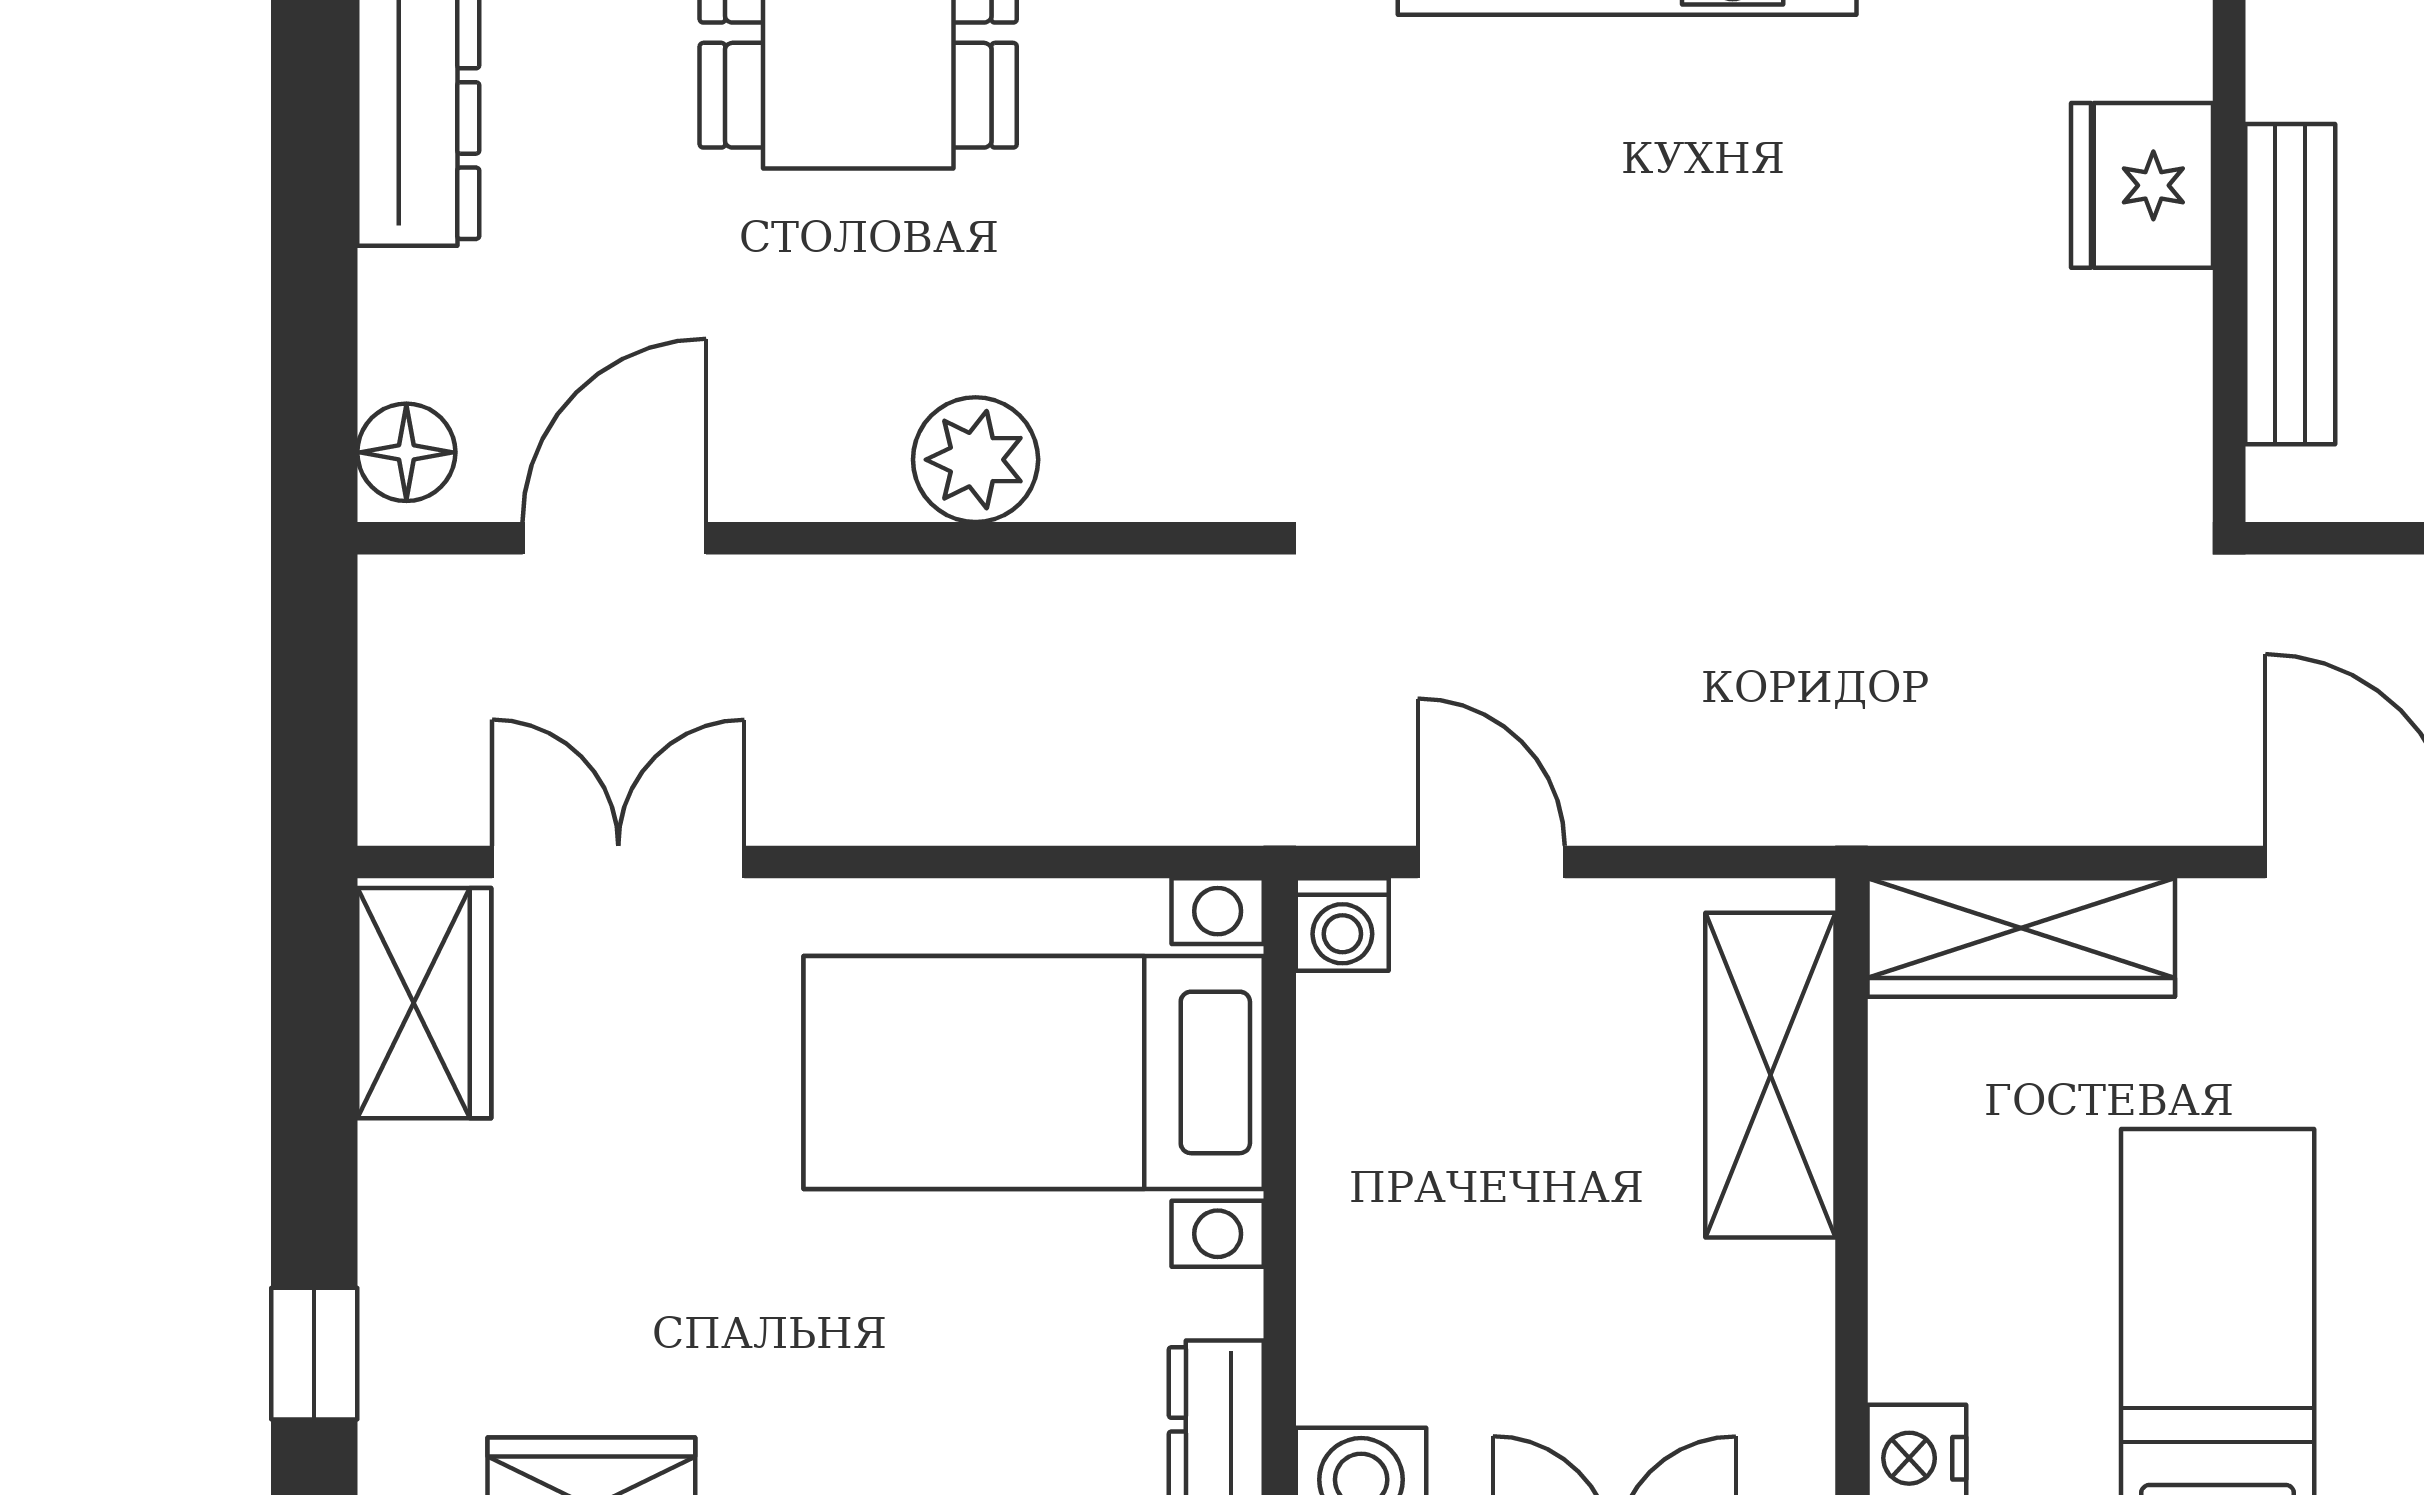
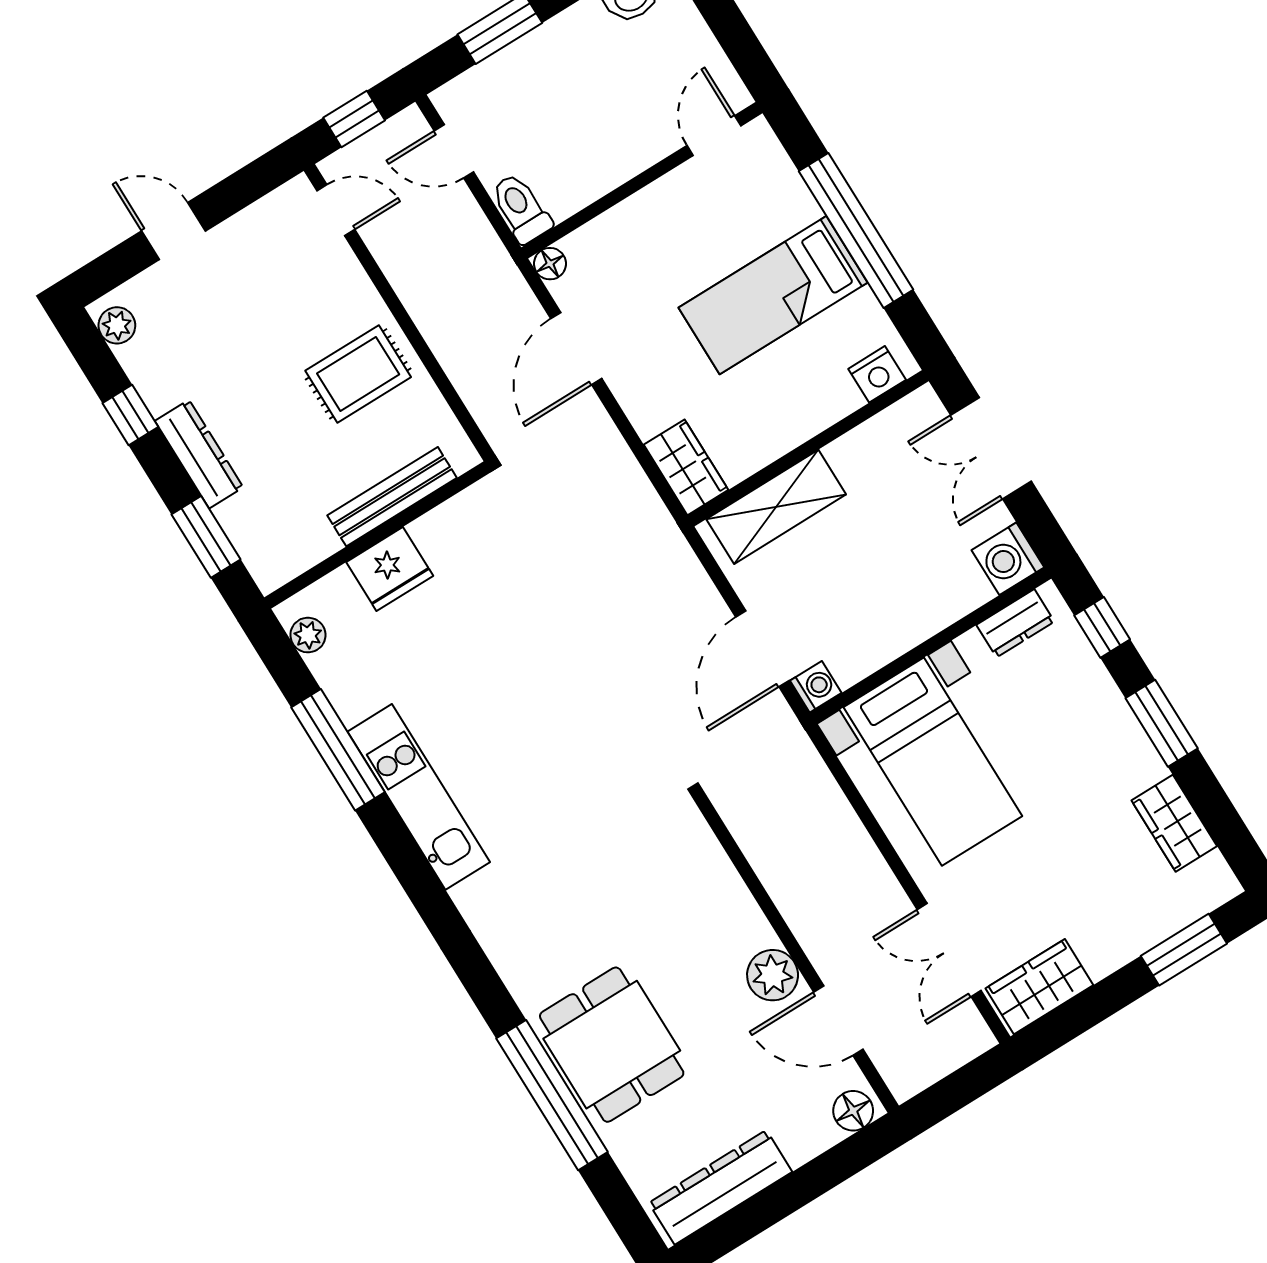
plant: (976, 460) -> (773, 975), moved
door: (1491, 862) -> (762, 649), width x1.38
wardrobe: (2021, 938) -> (686, 467), width x0.67
window: (314, 1354) -> (1184, 950), width x1.50

